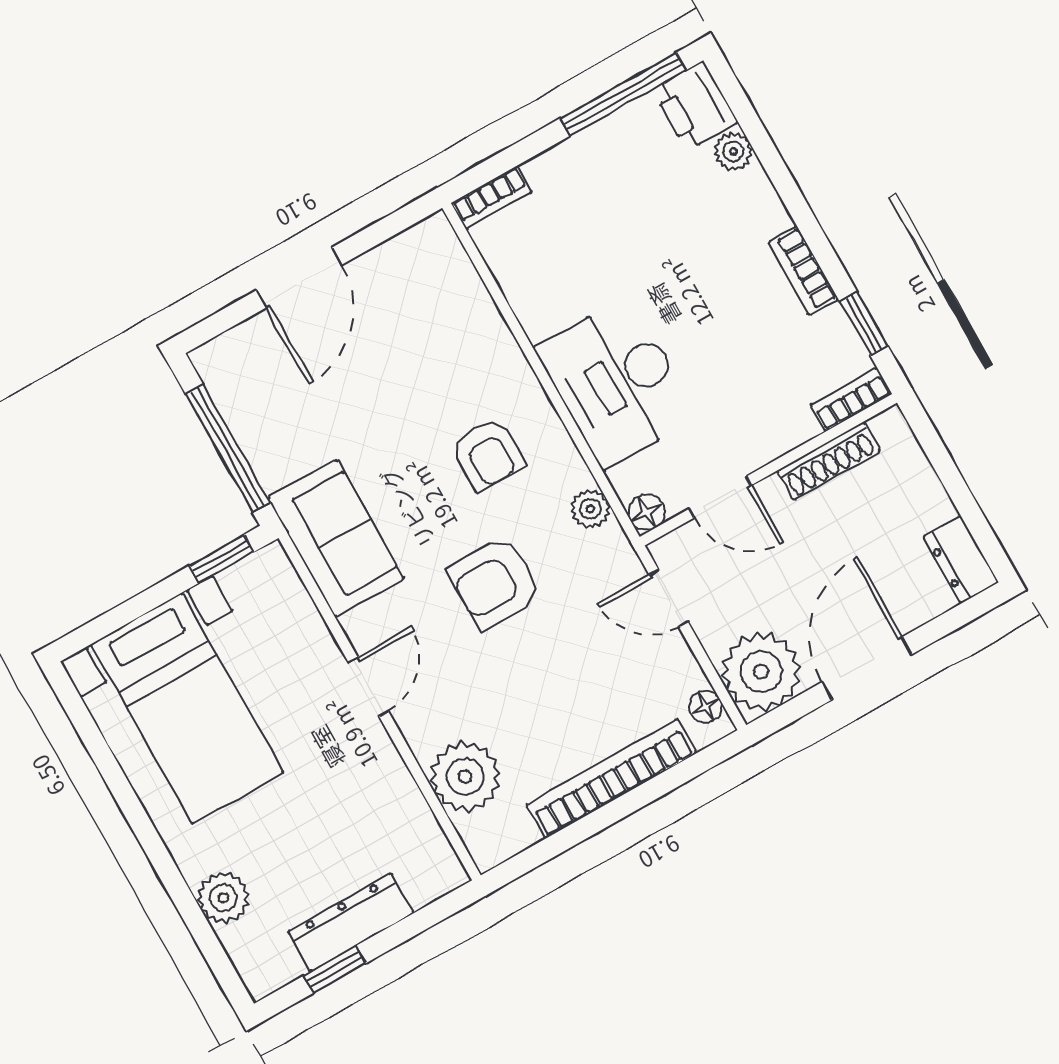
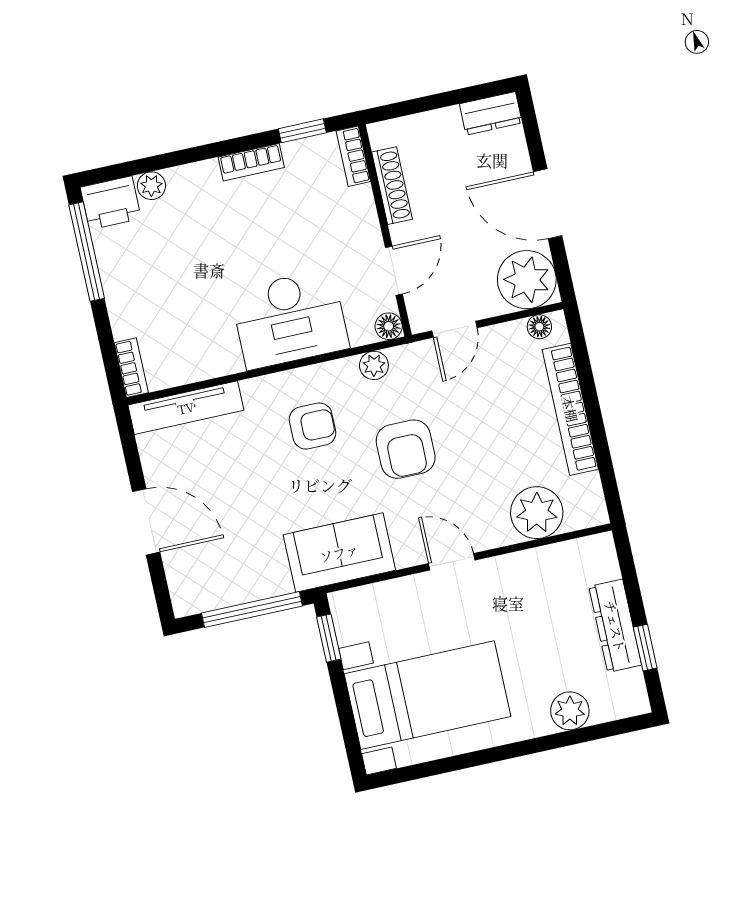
tv unit: (462, 284) -> (186, 408), added

